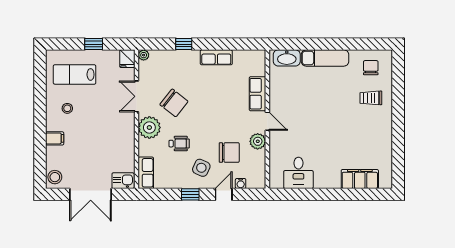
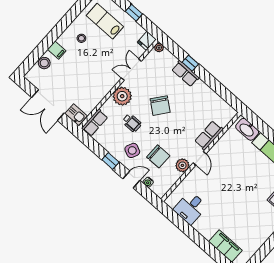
row of seats: (216, 57) -> (185, 74), moved
chair: (174, 103) -> (160, 106), moved
stool: (55, 177) -> (44, 63), moved

